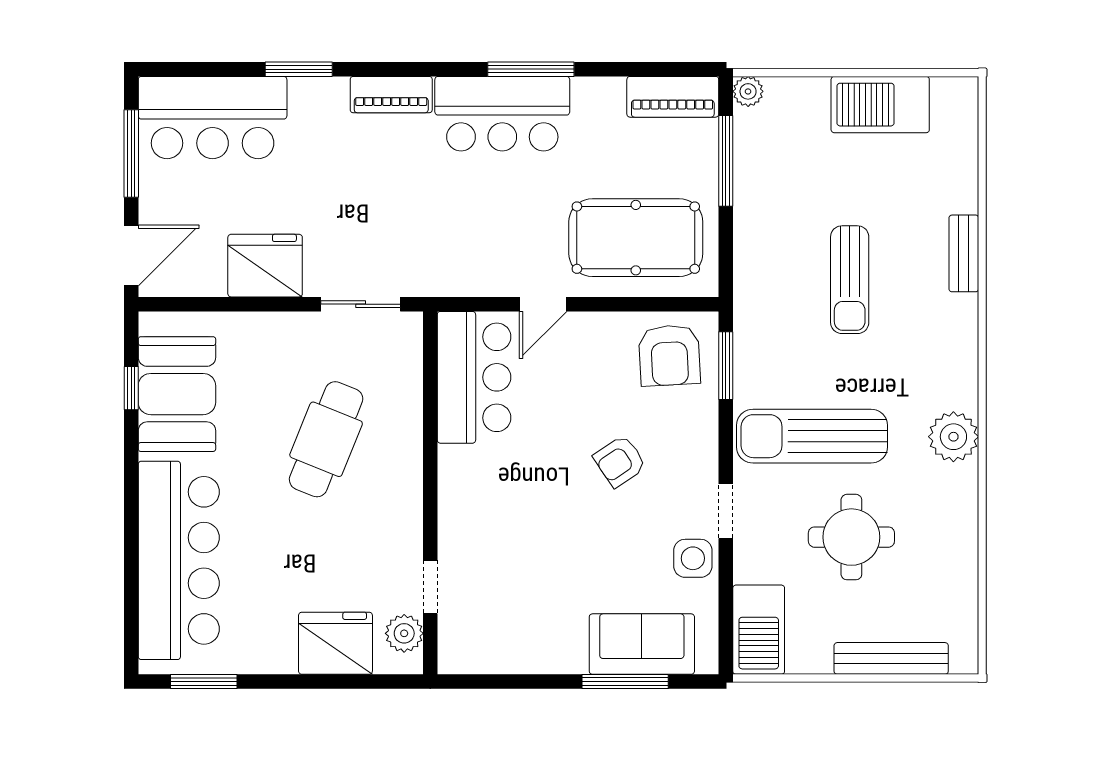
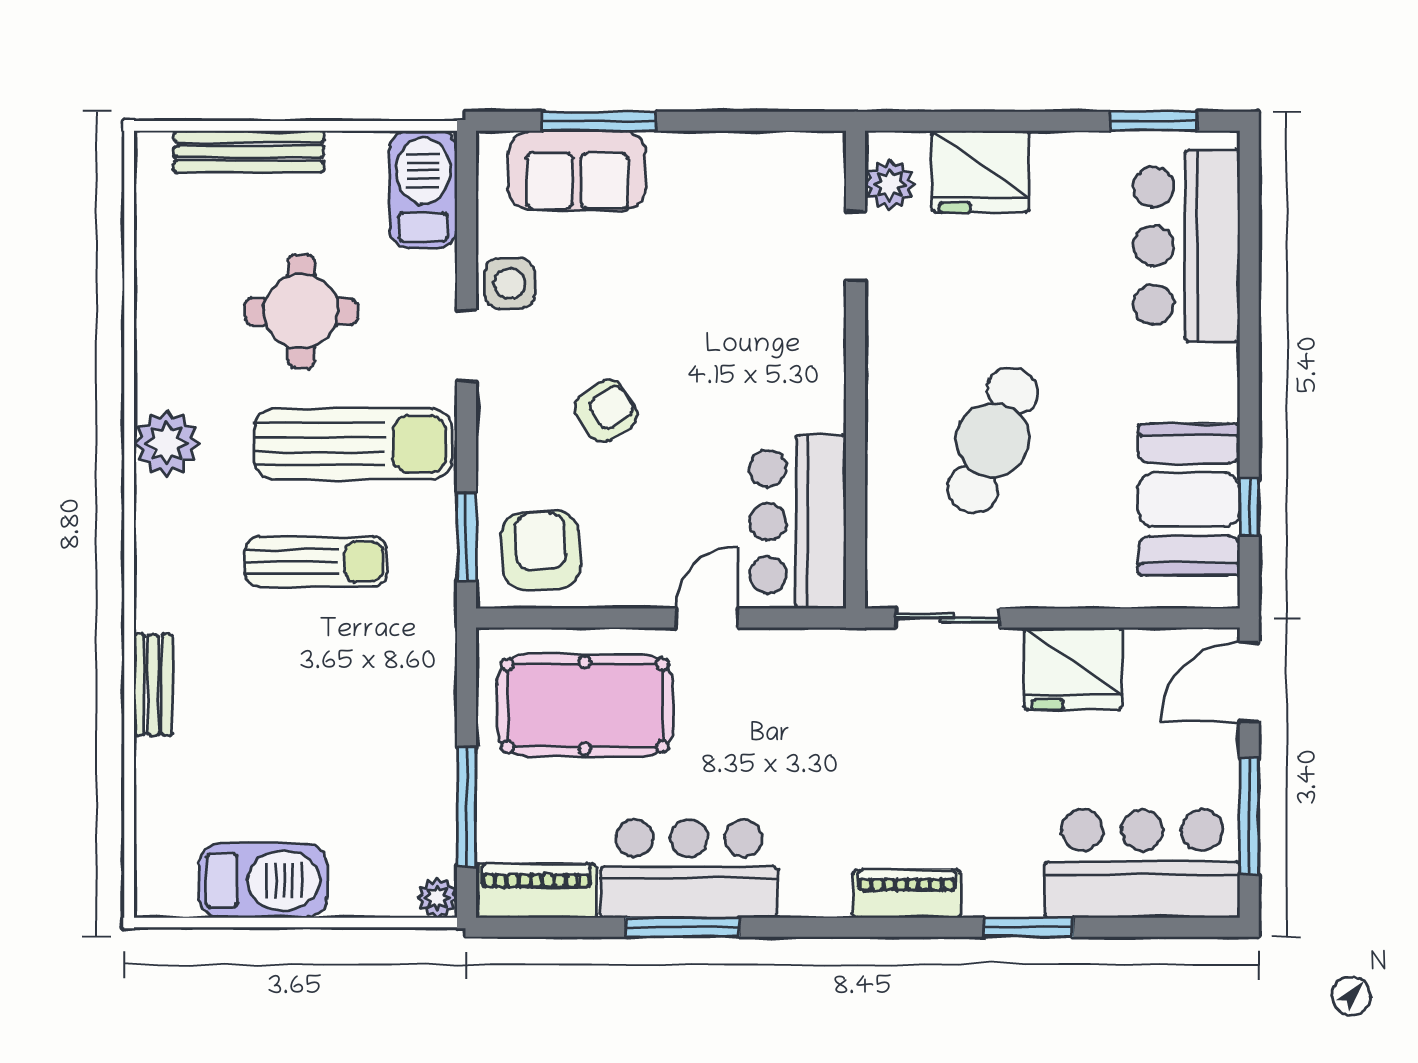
window: (531, 69) -> (682, 927), moved
bar counter: (502, 114) -> (689, 869), moved
sun lounger: (850, 280) -> (316, 562), moved, turned 90
bar counter: (179, 560) -> (1187, 246), width x0.73

